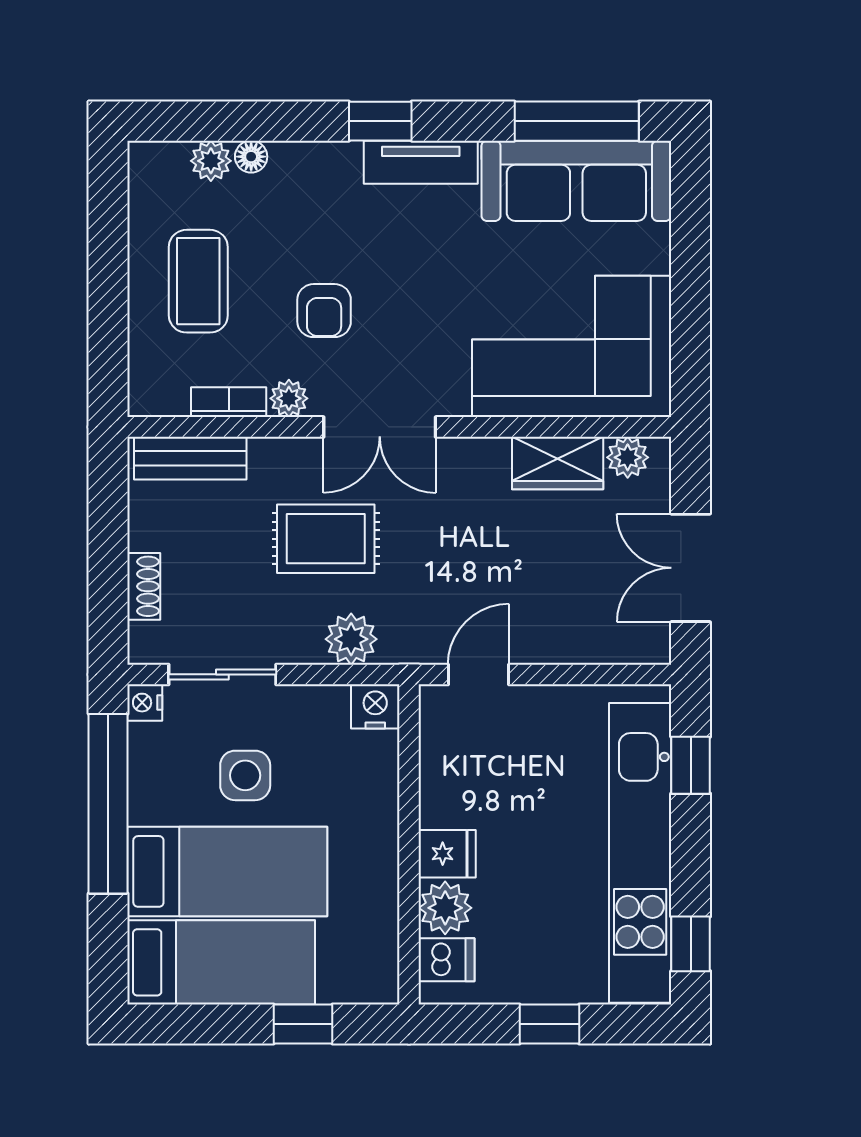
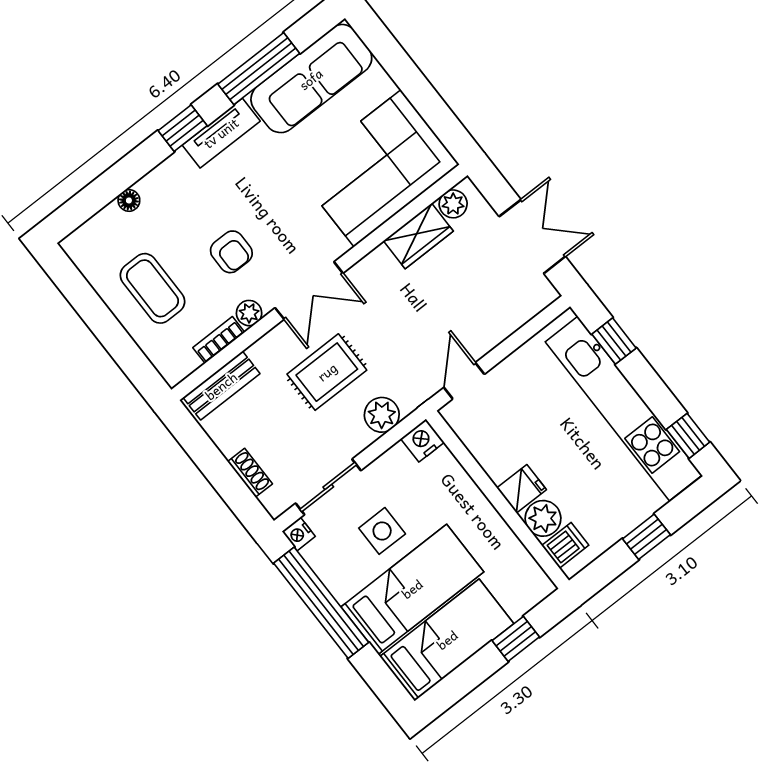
window: (577, 121) -> (259, 69), moved
plant: (211, 161) -> (109, 219), removed
double door: (691, 568) -> (532, 236), swing flipped

